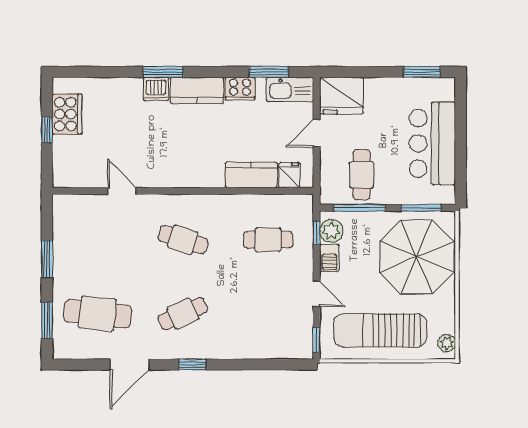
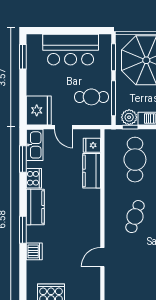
dishwasher: (156, 89) -> (34, 251), moved
cafe table: (268, 240) -> (135, 160), width x1.37, depth x1.35

